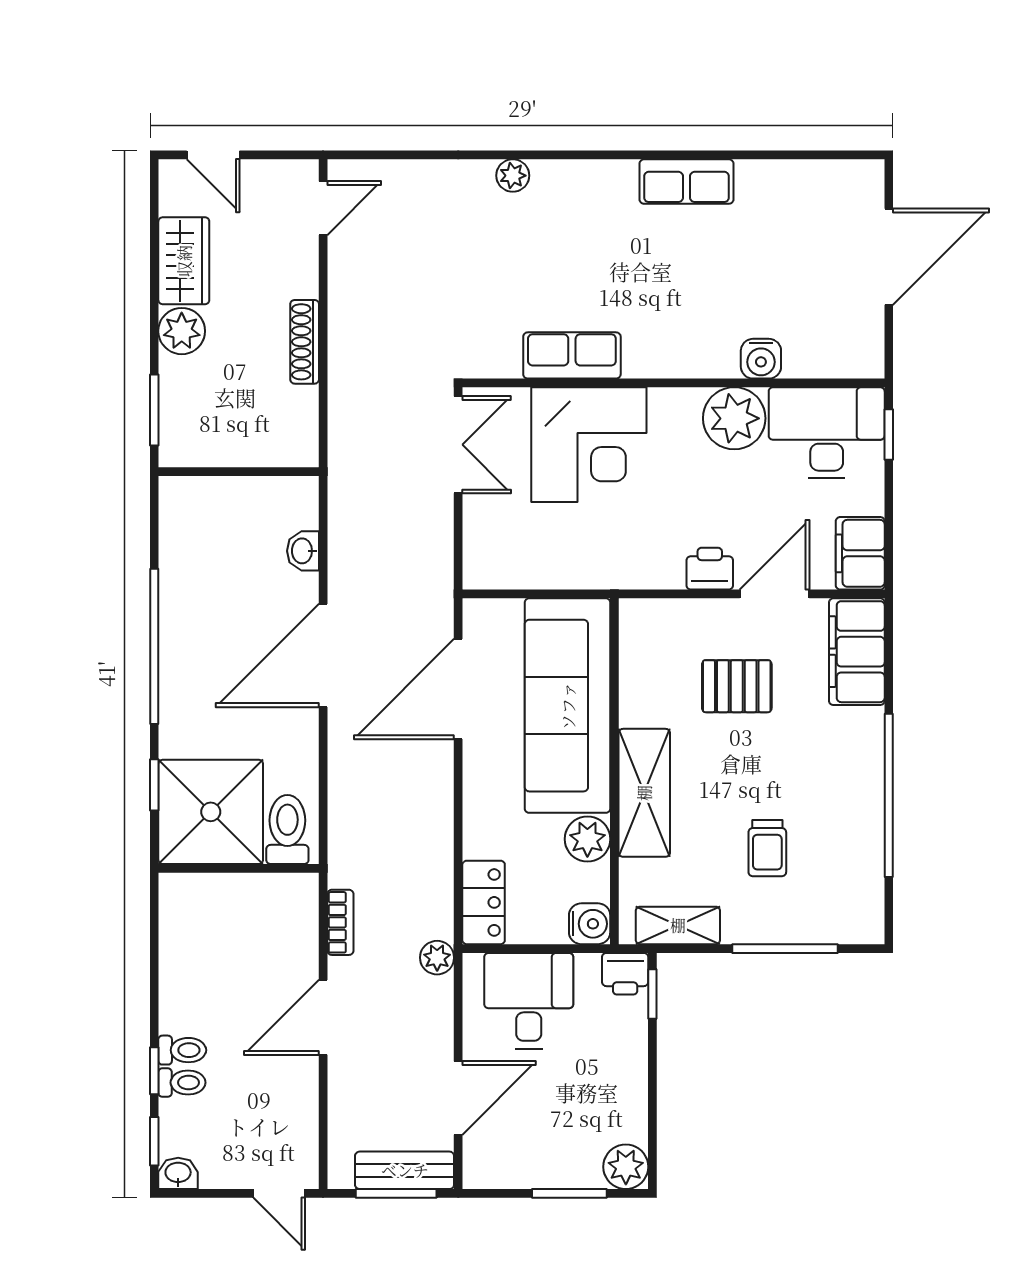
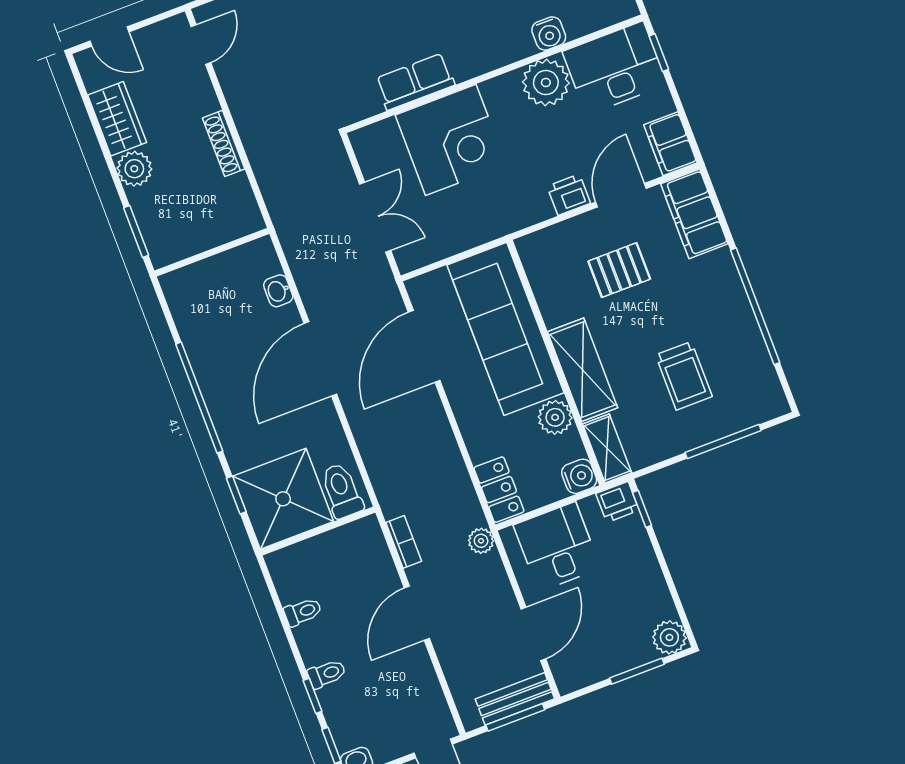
double door: (458, 445) -> (375, 217), moved
trolley: (767, 848) -> (684, 376), width x1.36, depth x1.39
shelving: (678, 925) -> (607, 448), moved, turned 90
toilet: (182, 1083) -> (303, 612), moved

